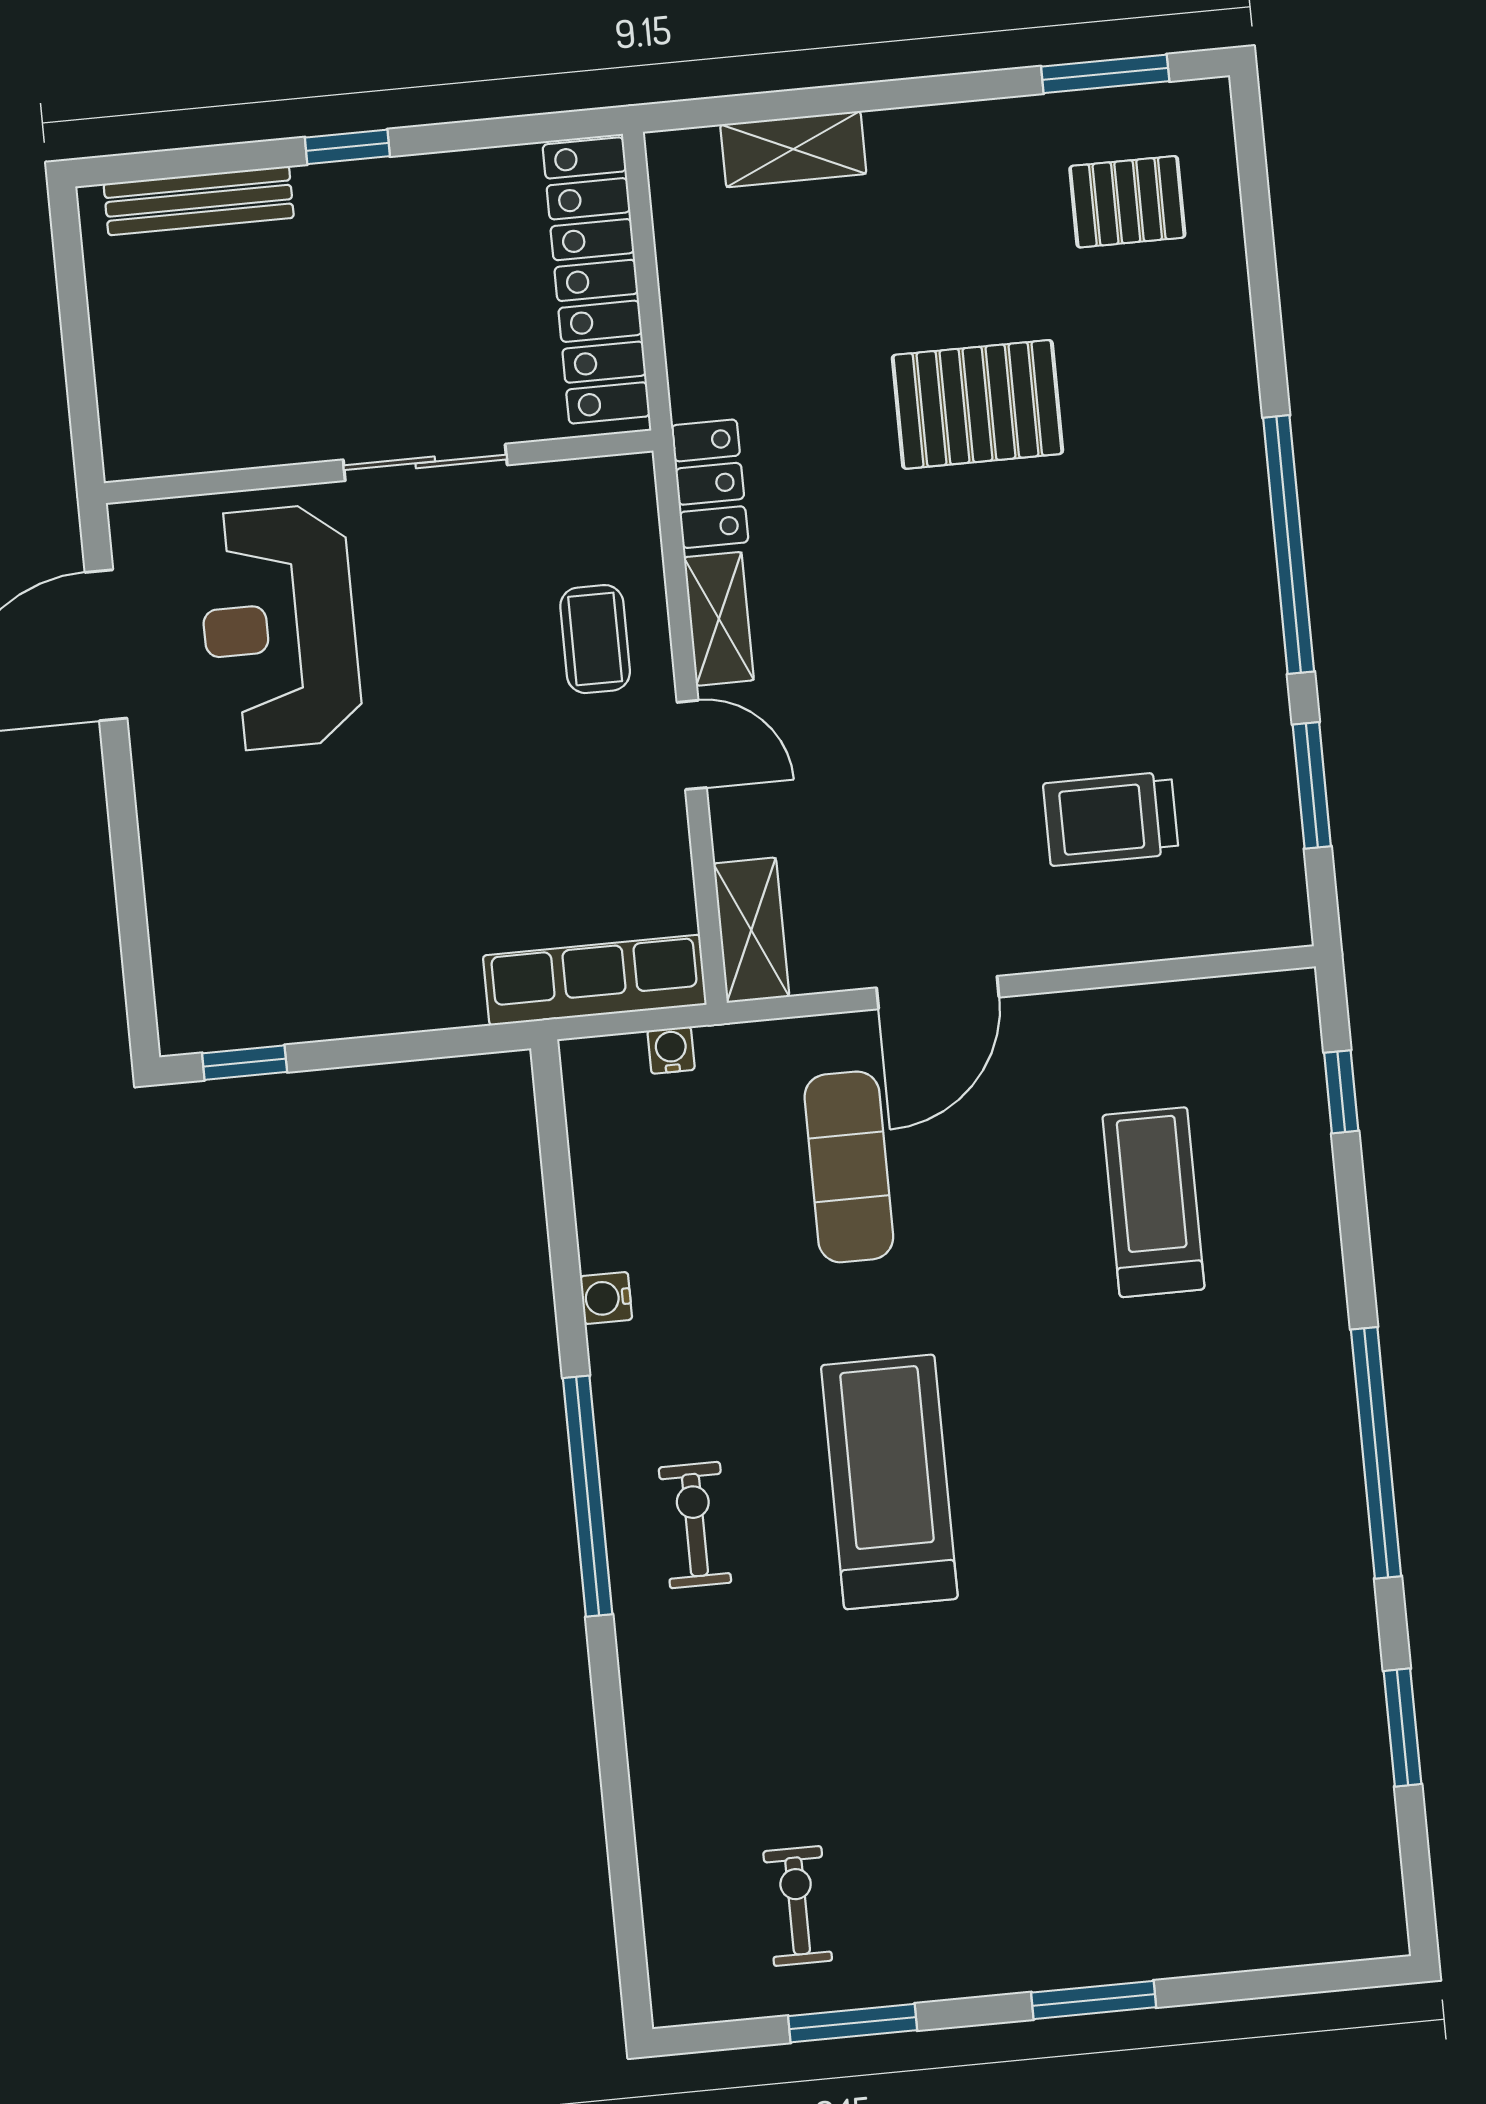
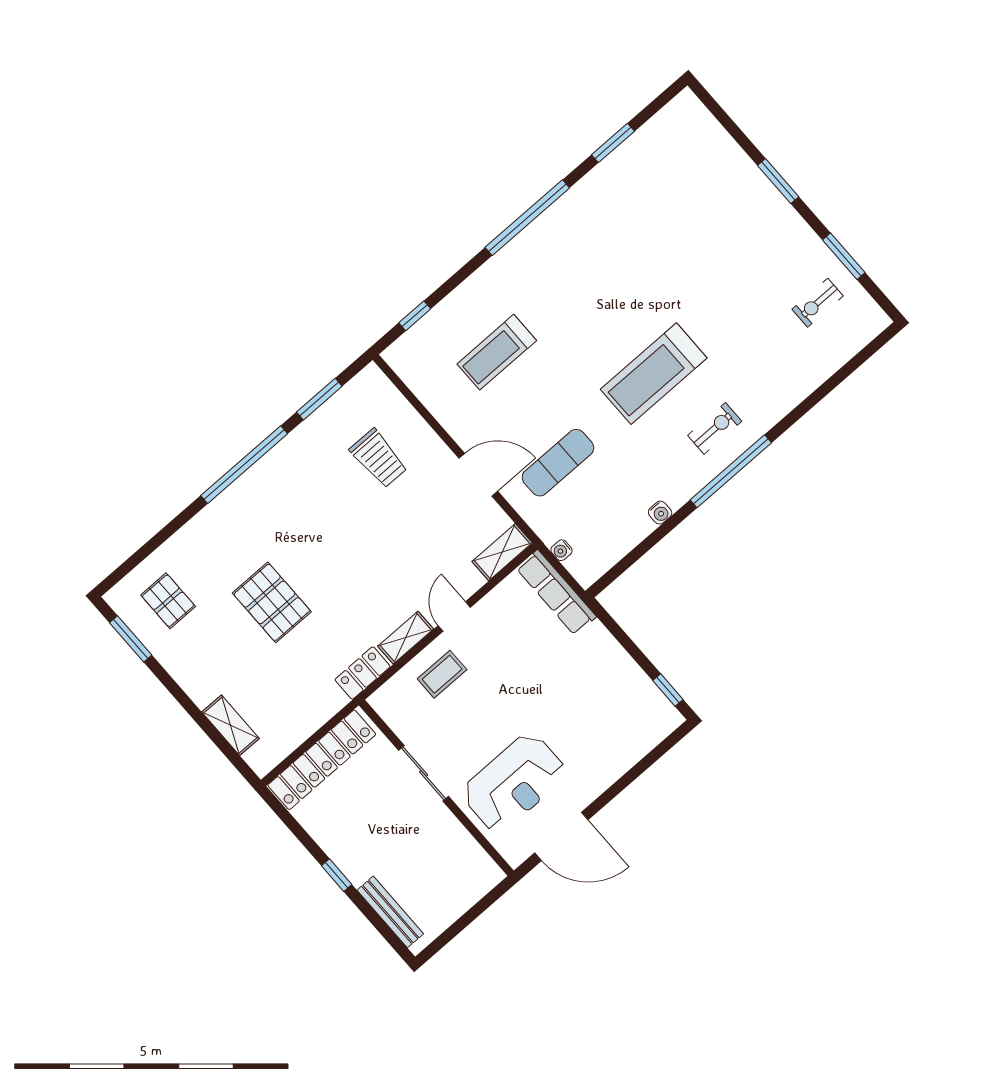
exercise bike: (695, 1525) -> (715, 428), turned 180

